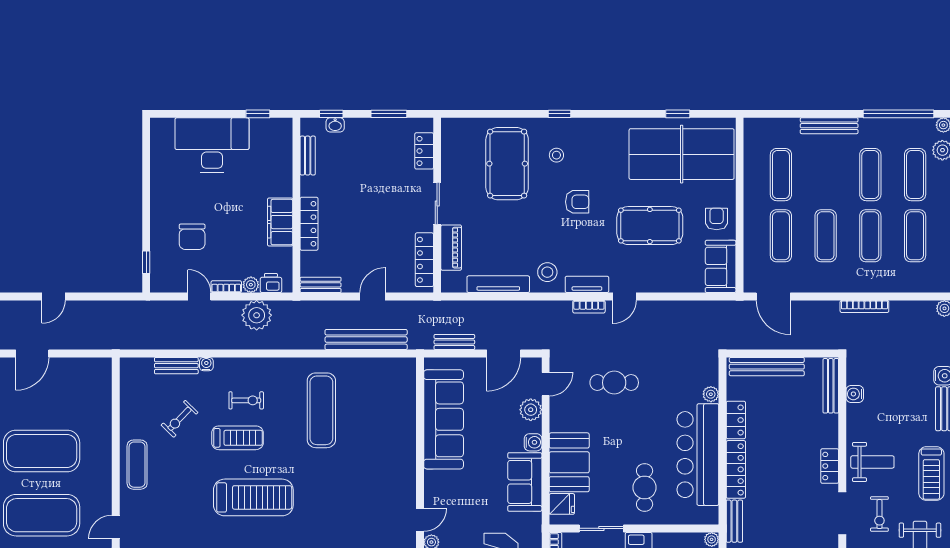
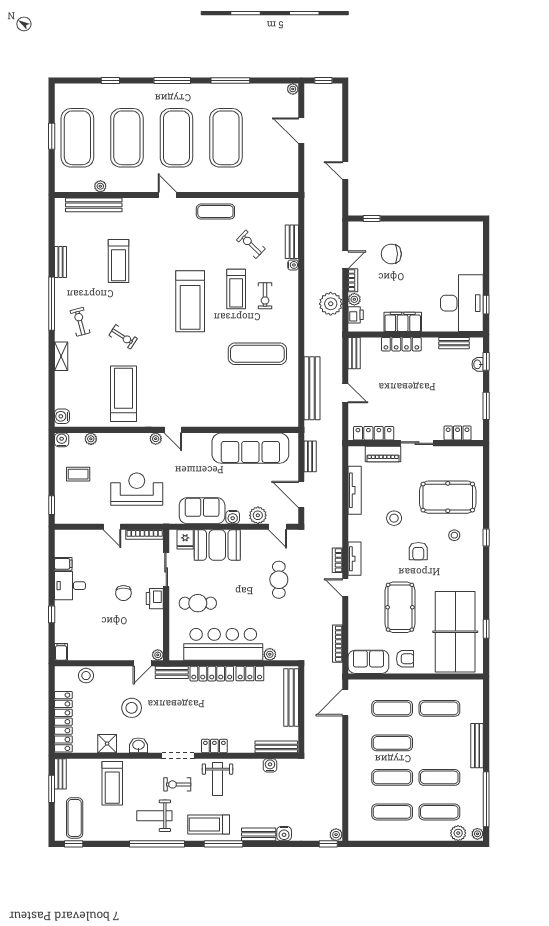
desk: (212, 145) -> (462, 303), moved
stool: (547, 272) -> (394, 518), moved
door: (54, 296) -> (345, 171), moved
bookcase: (864, 306) -> (338, 644), moved

